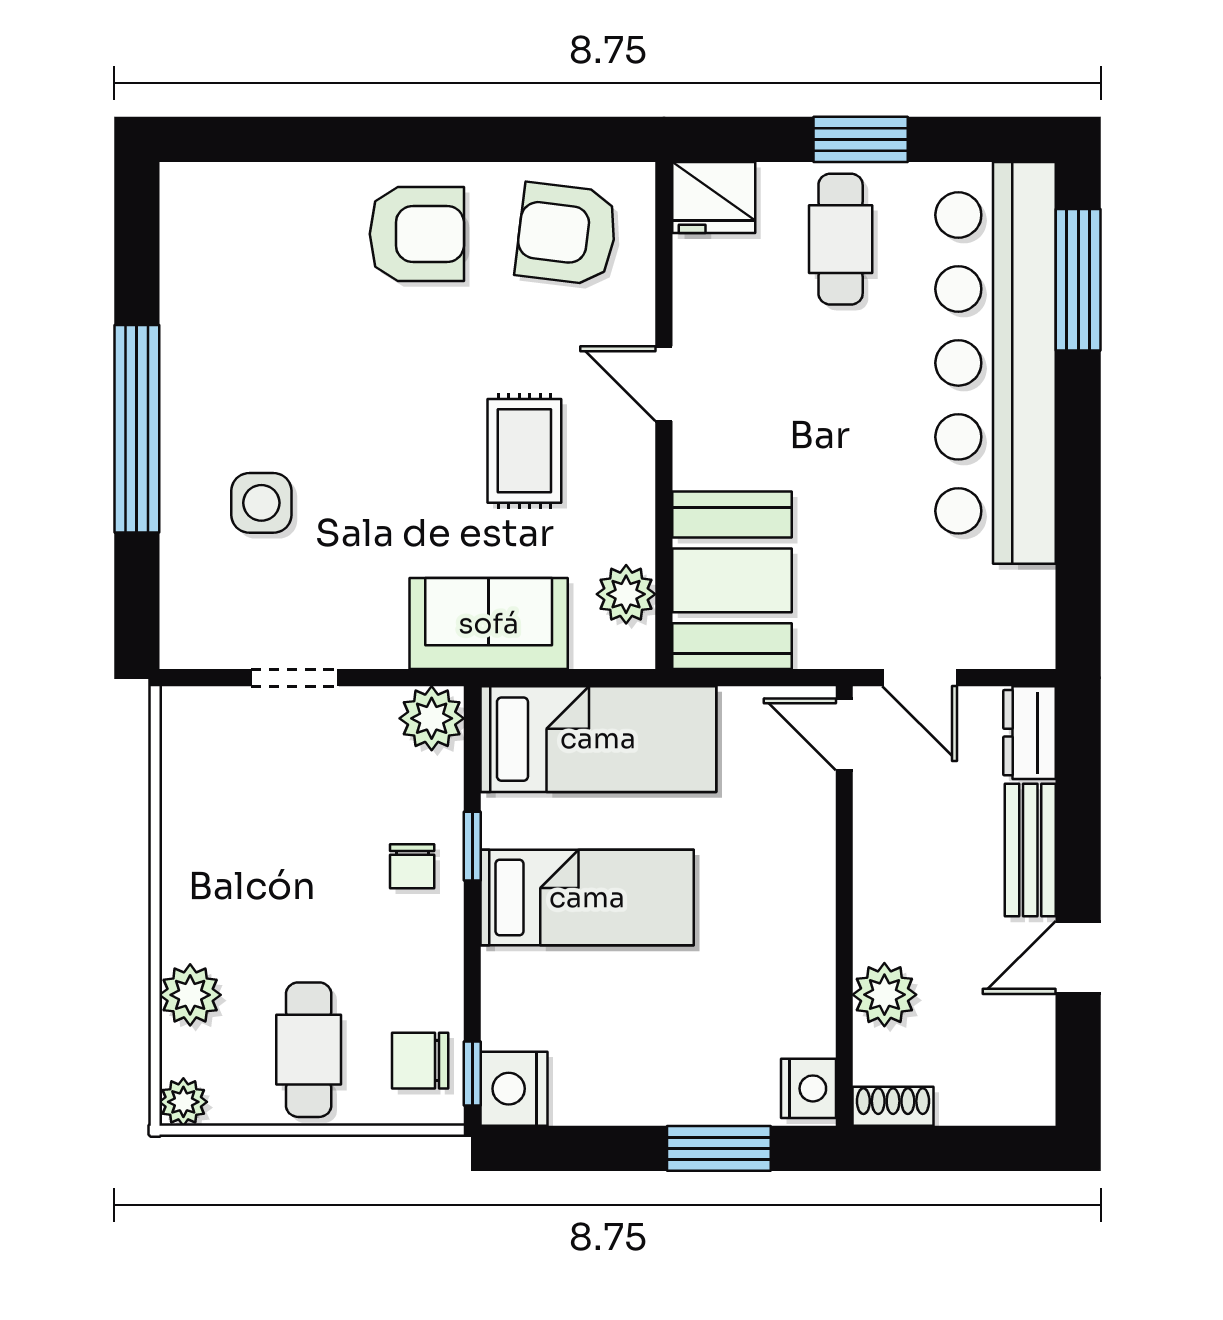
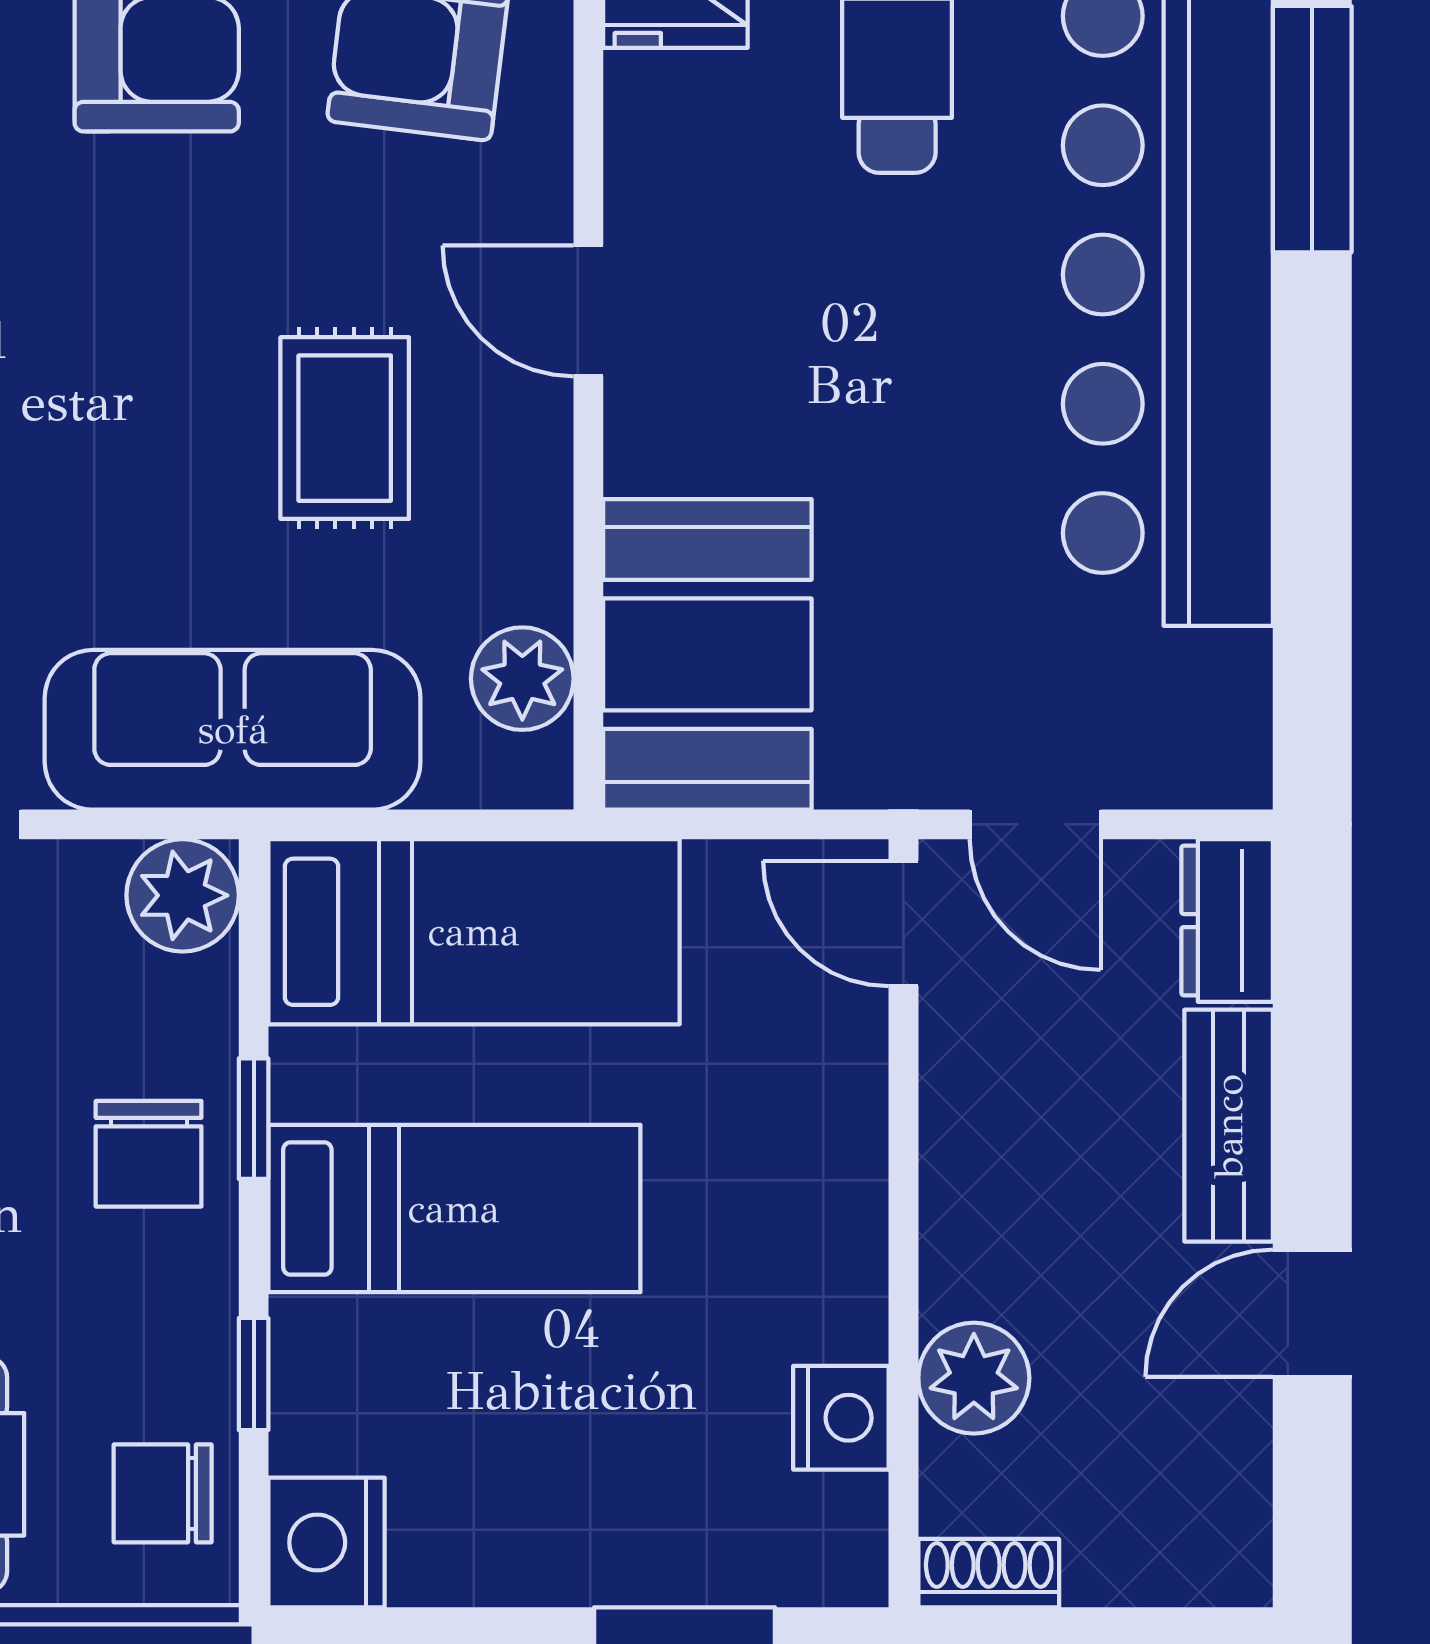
sofa: (489, 624) -> (233, 730), width x1.36
chair: (412, 866) -> (149, 1154), width x1.37, depth x1.37
window: (472, 1074) -> (254, 1374), moved
nightstand: (808, 1088) -> (841, 1418), moved

